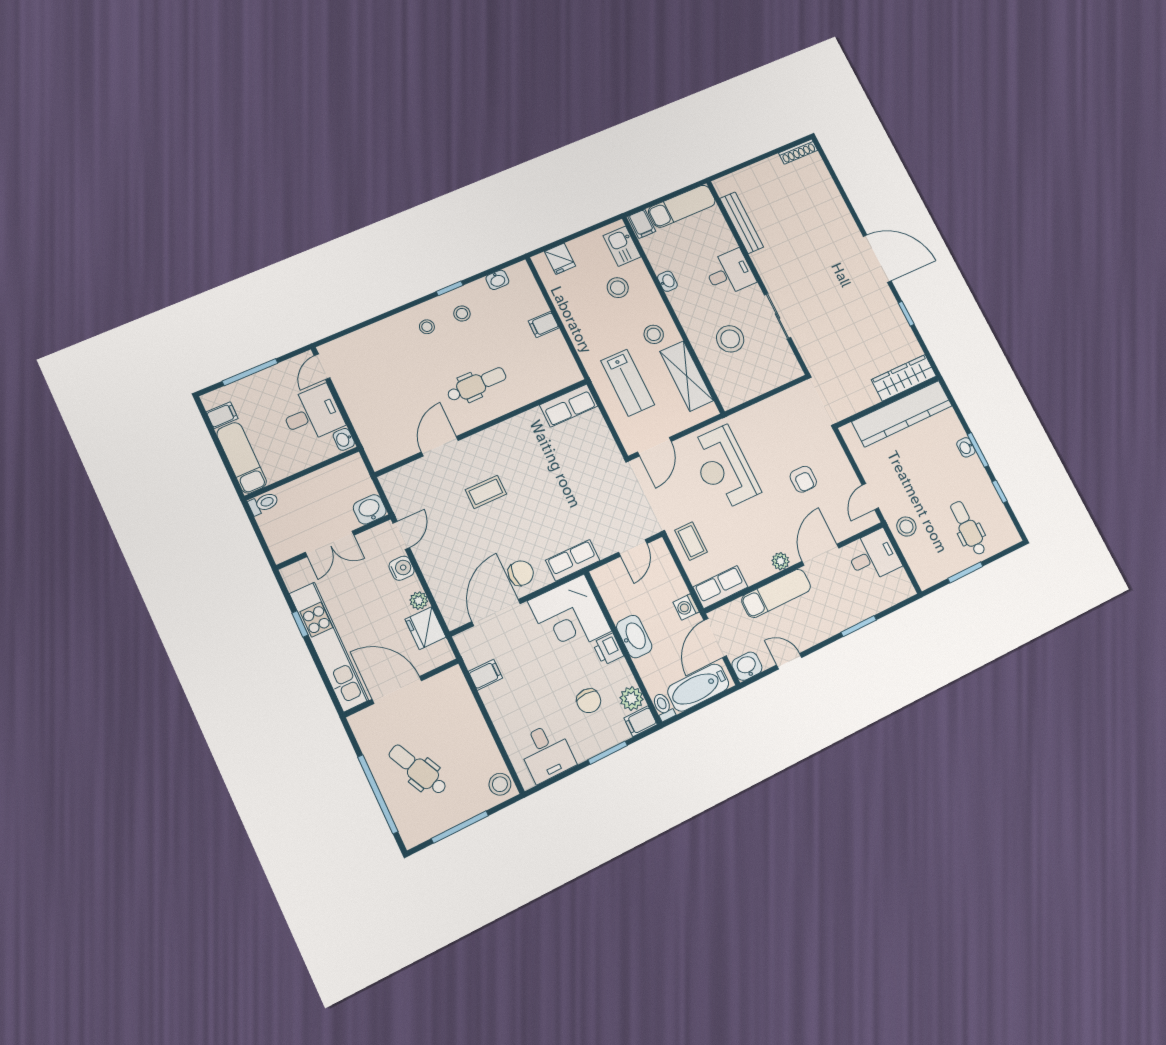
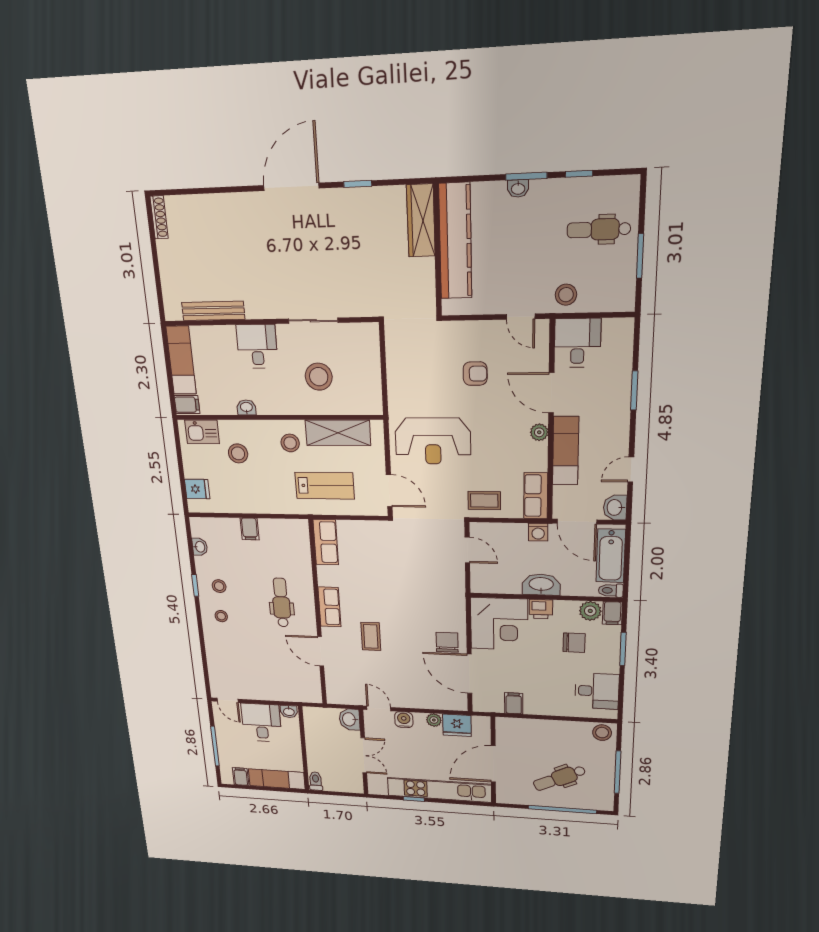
row of seats: (573, 560) -> (329, 607), moved, turned 180

